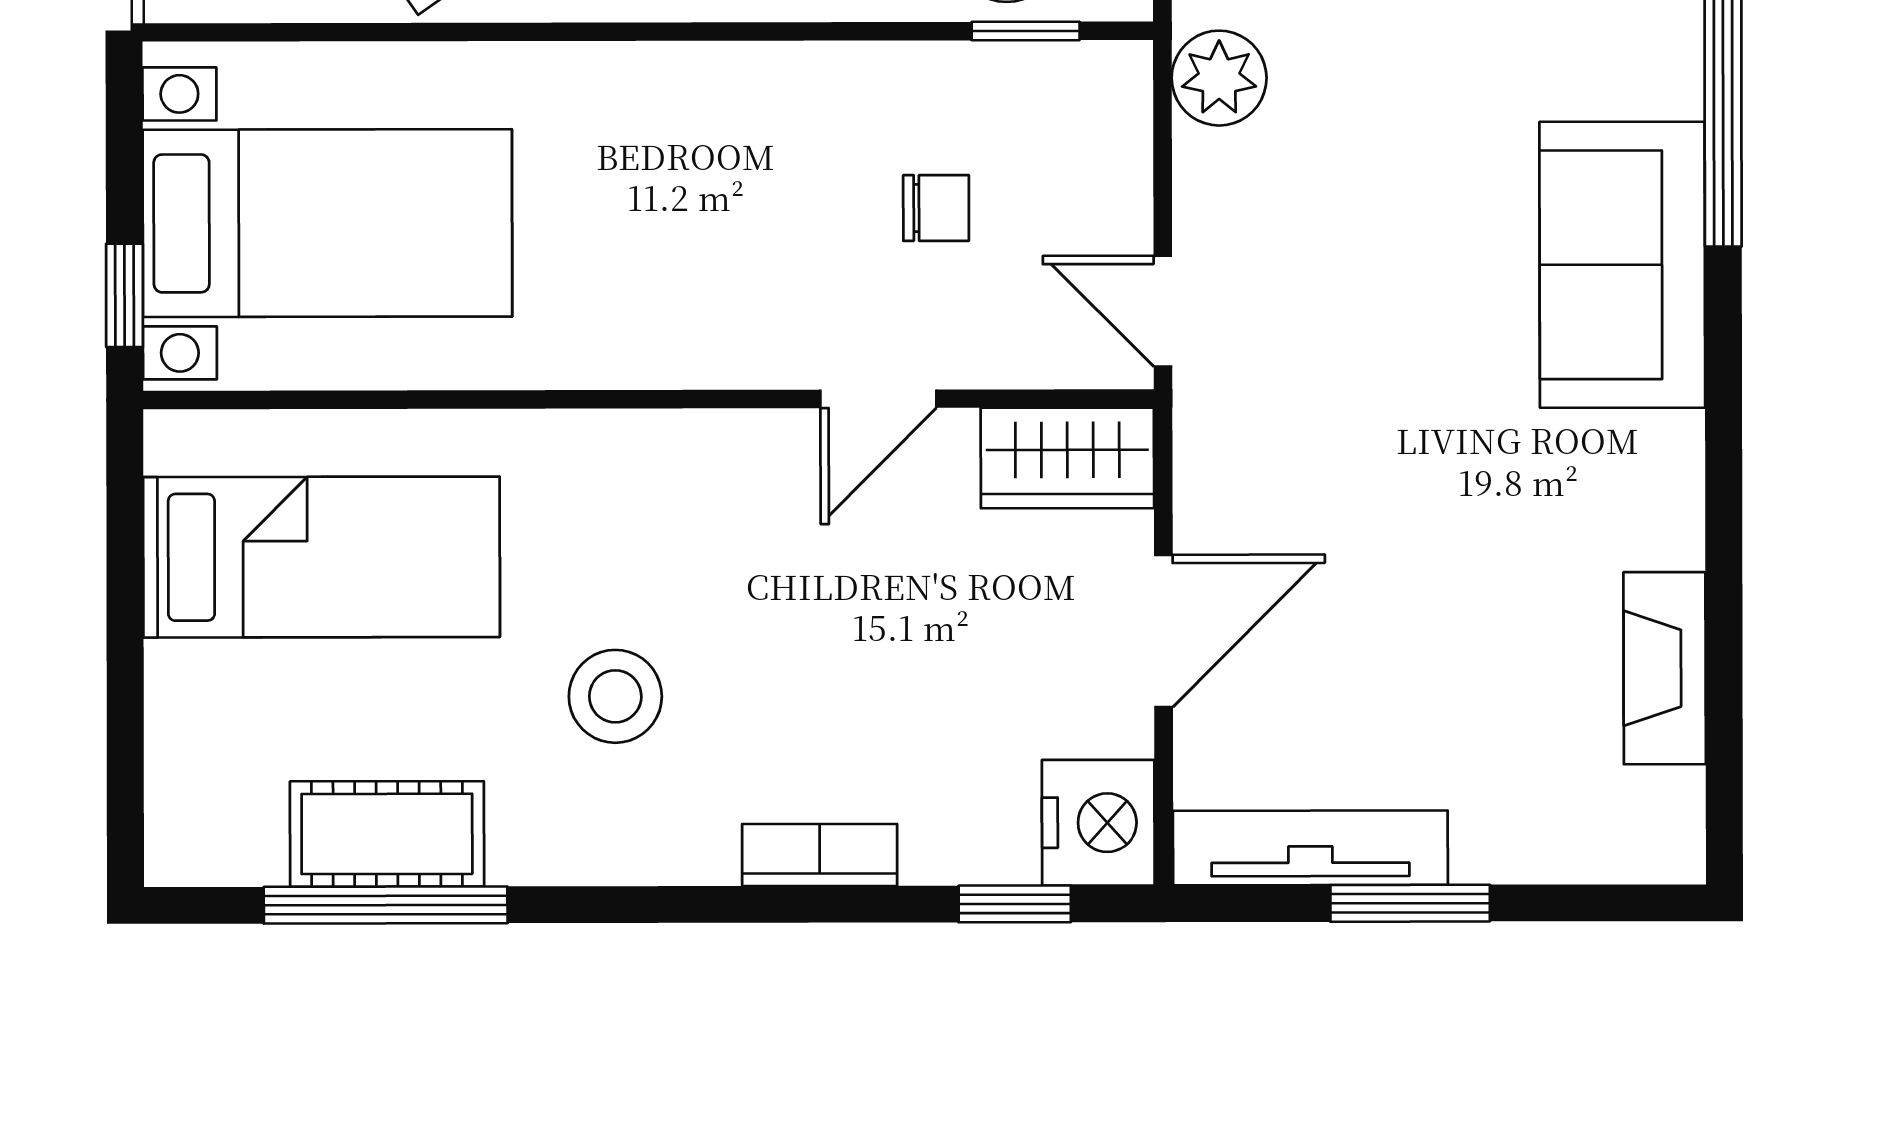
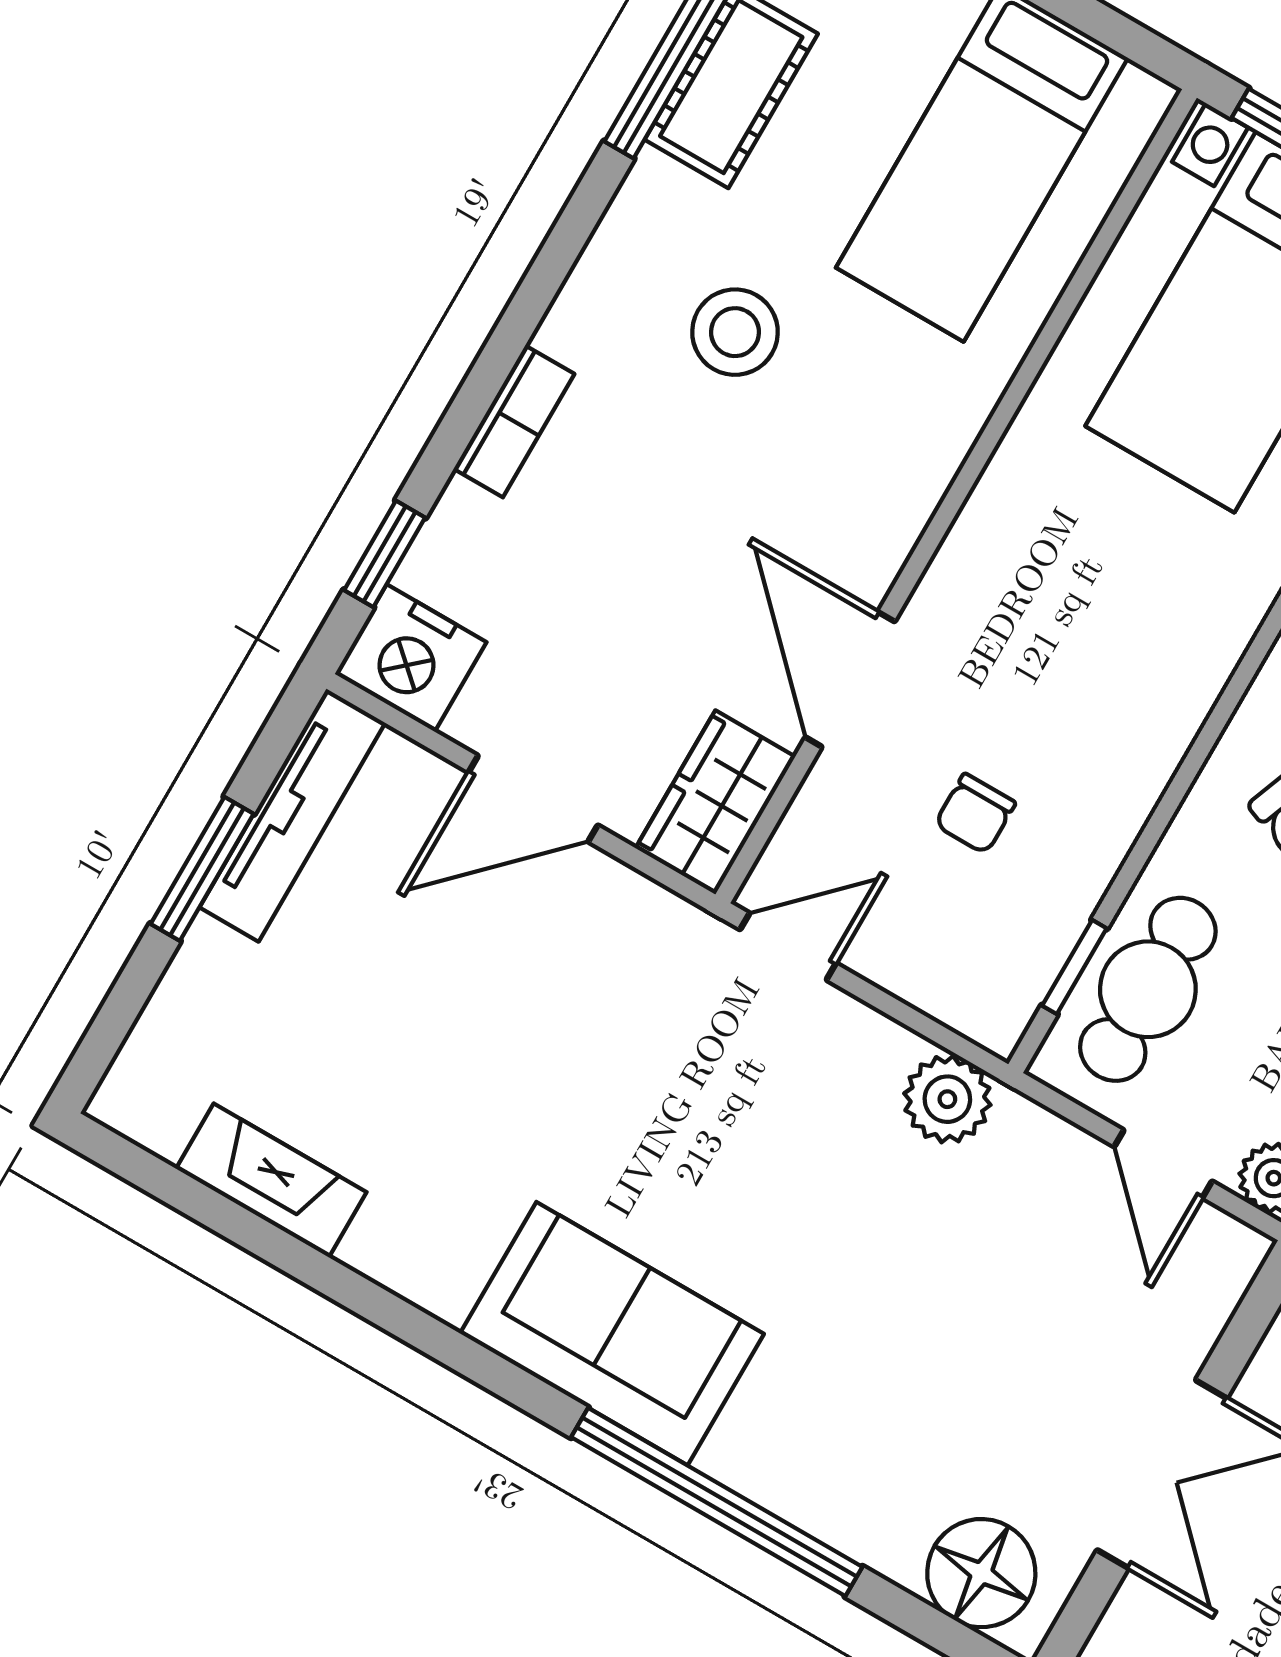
door: (878, 399) -> (850, 679), width x1.38
door: (1163, 631) -> (533, 799), hinge flipped

